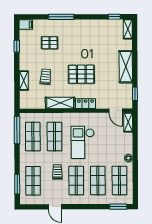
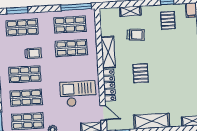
pallet: (50, 43) -> (168, 20), moved
pallet: (81, 74) -> (141, 73), width x0.67, depth x0.71
locker: (85, 104) -> (109, 85), width x1.53
door: (116, 111) -> (103, 113), swing flipped
checkout: (83, 142) -> (78, 94), moved

